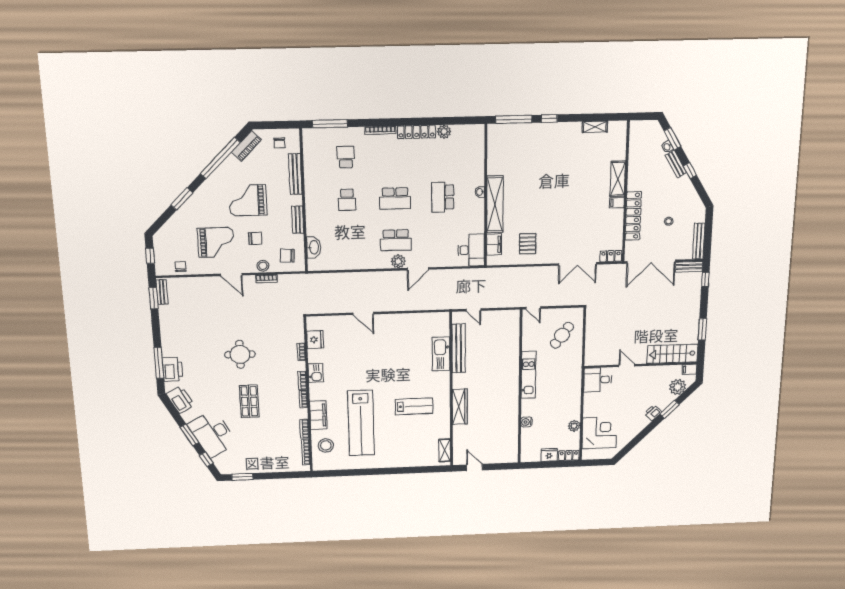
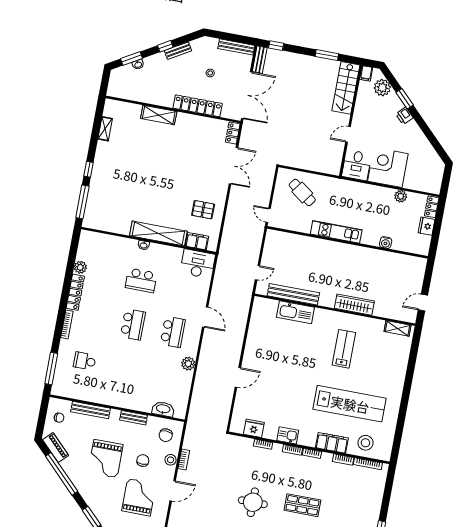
bench: (676, 164) -> (178, 51), moved
school desk: (347, 200) -> (125, 368), removed
filing cabinet: (617, 203) -> (181, 119), removed
plant: (398, 261) -> (188, 364), moved
door: (533, 308) -> (268, 215), swing flipped
corner desk: (599, 433) -> (388, 167), moved

